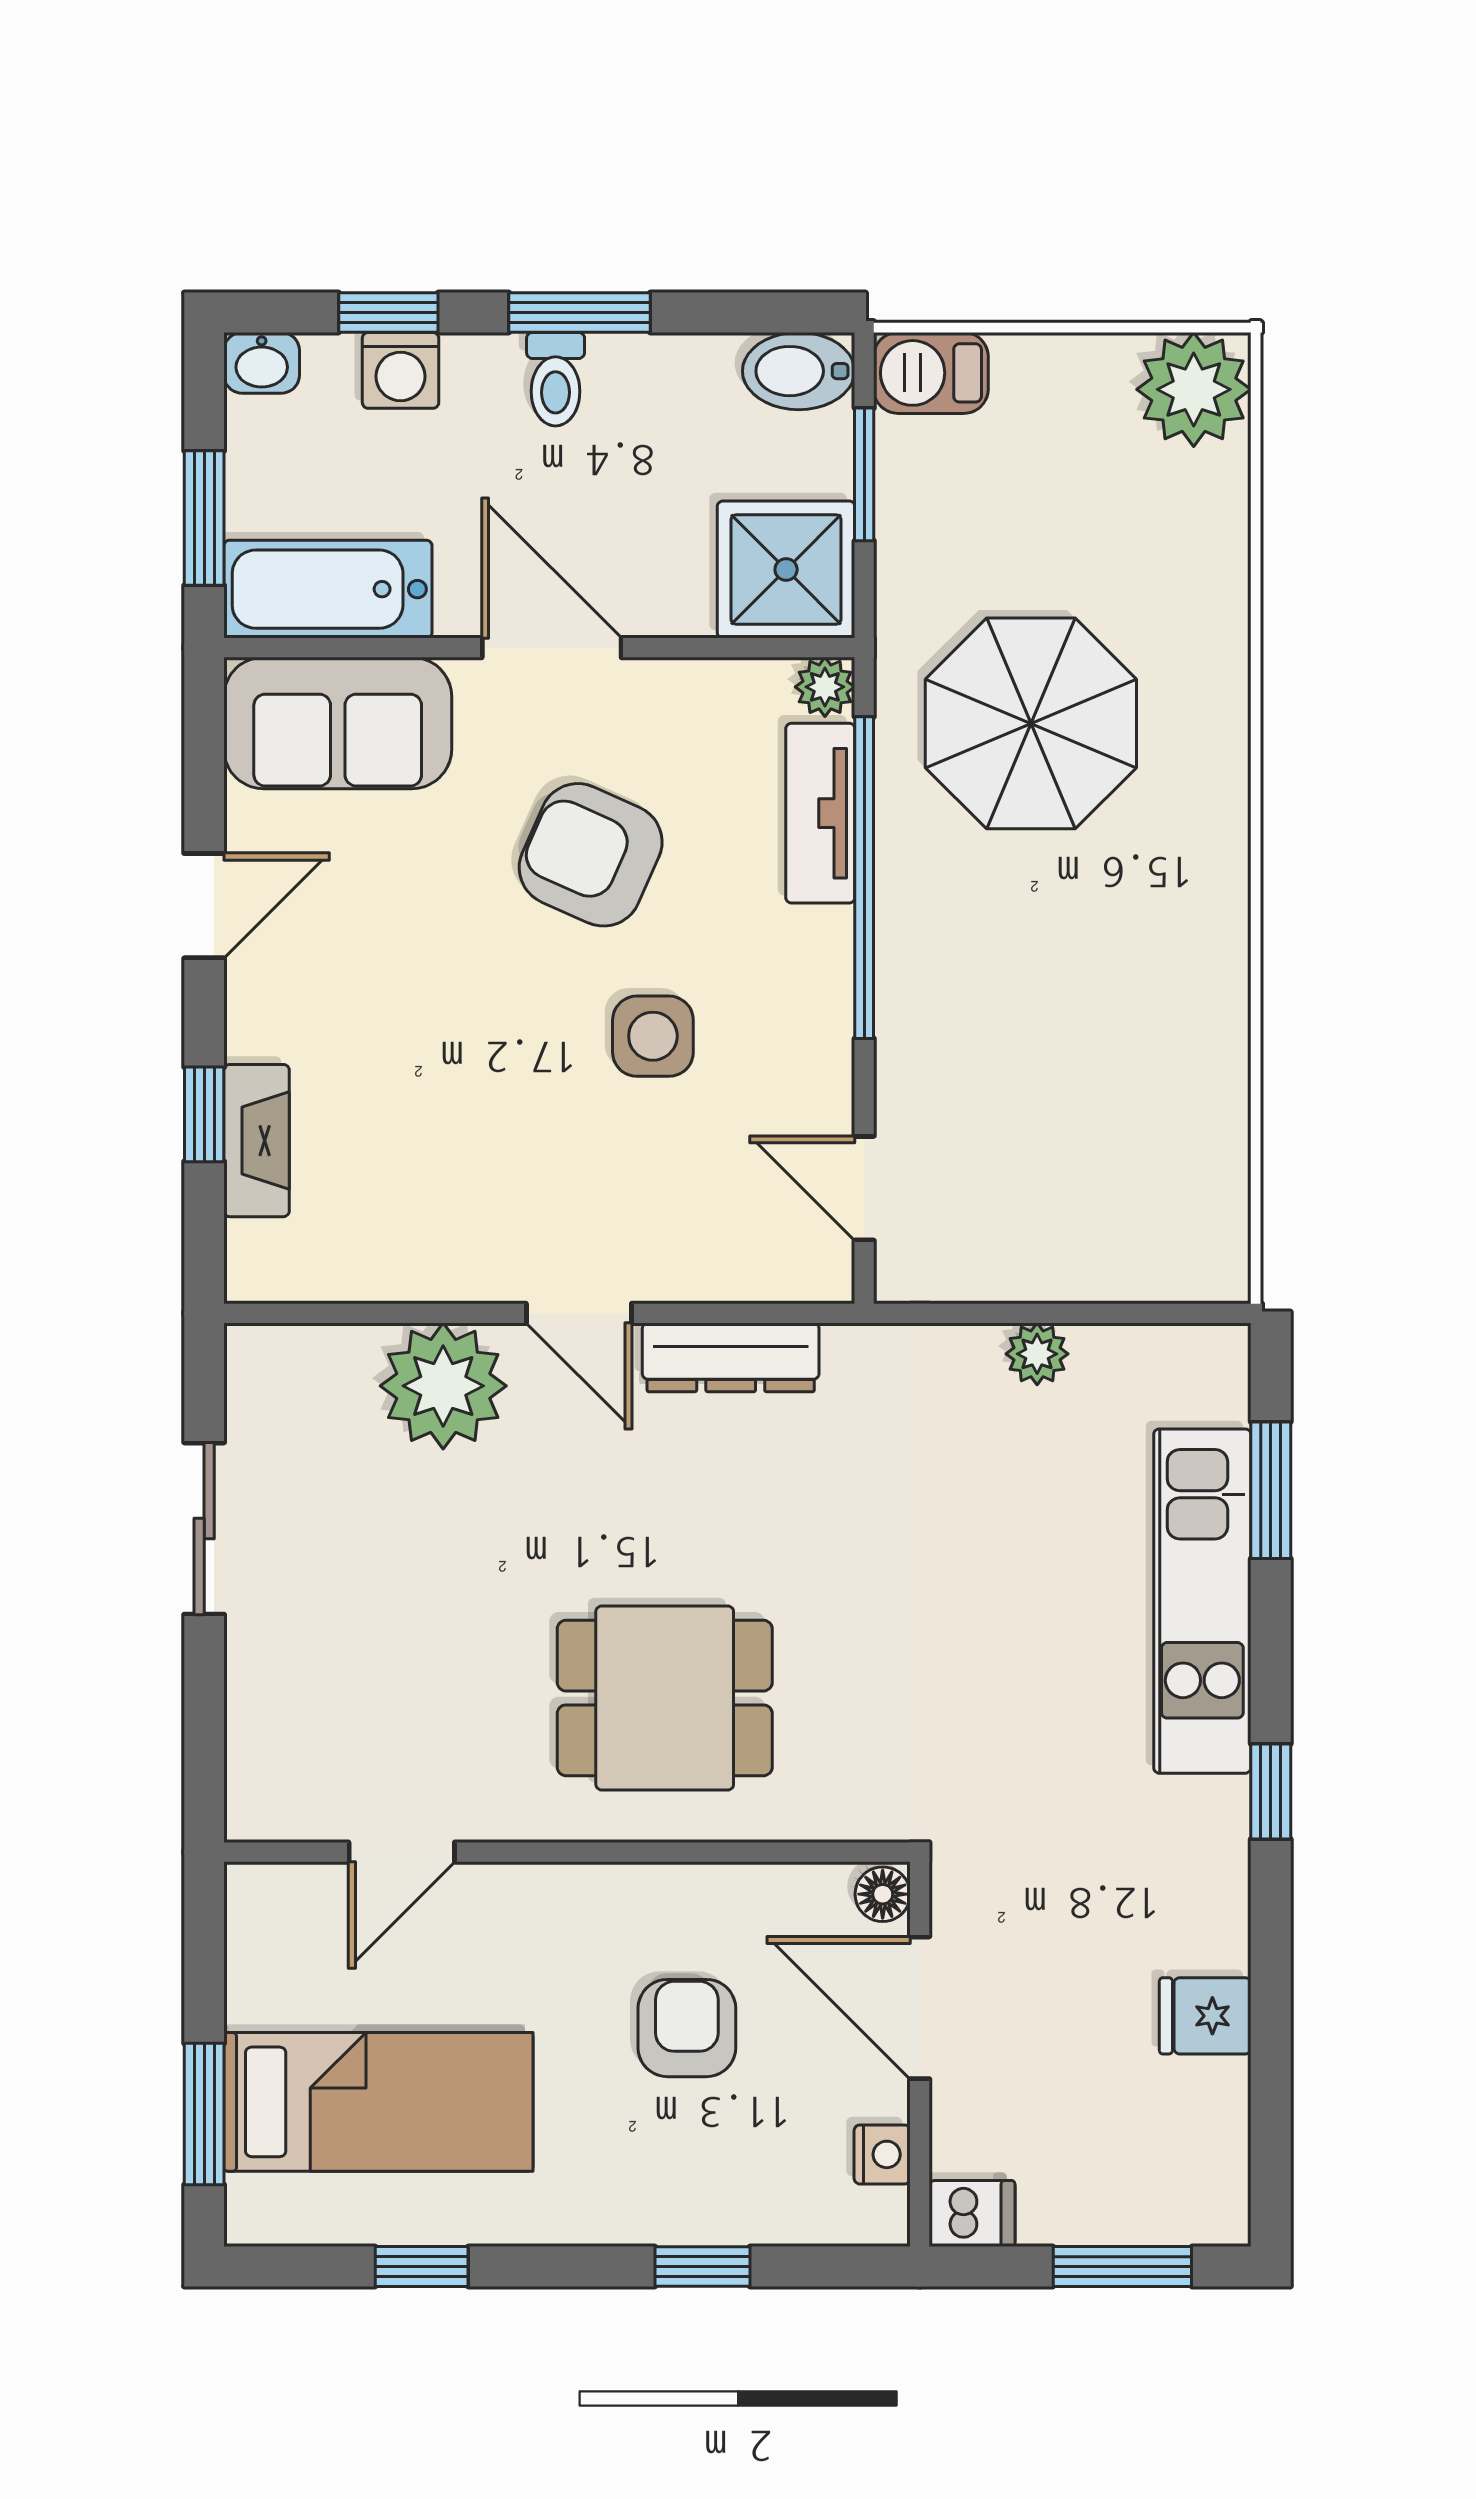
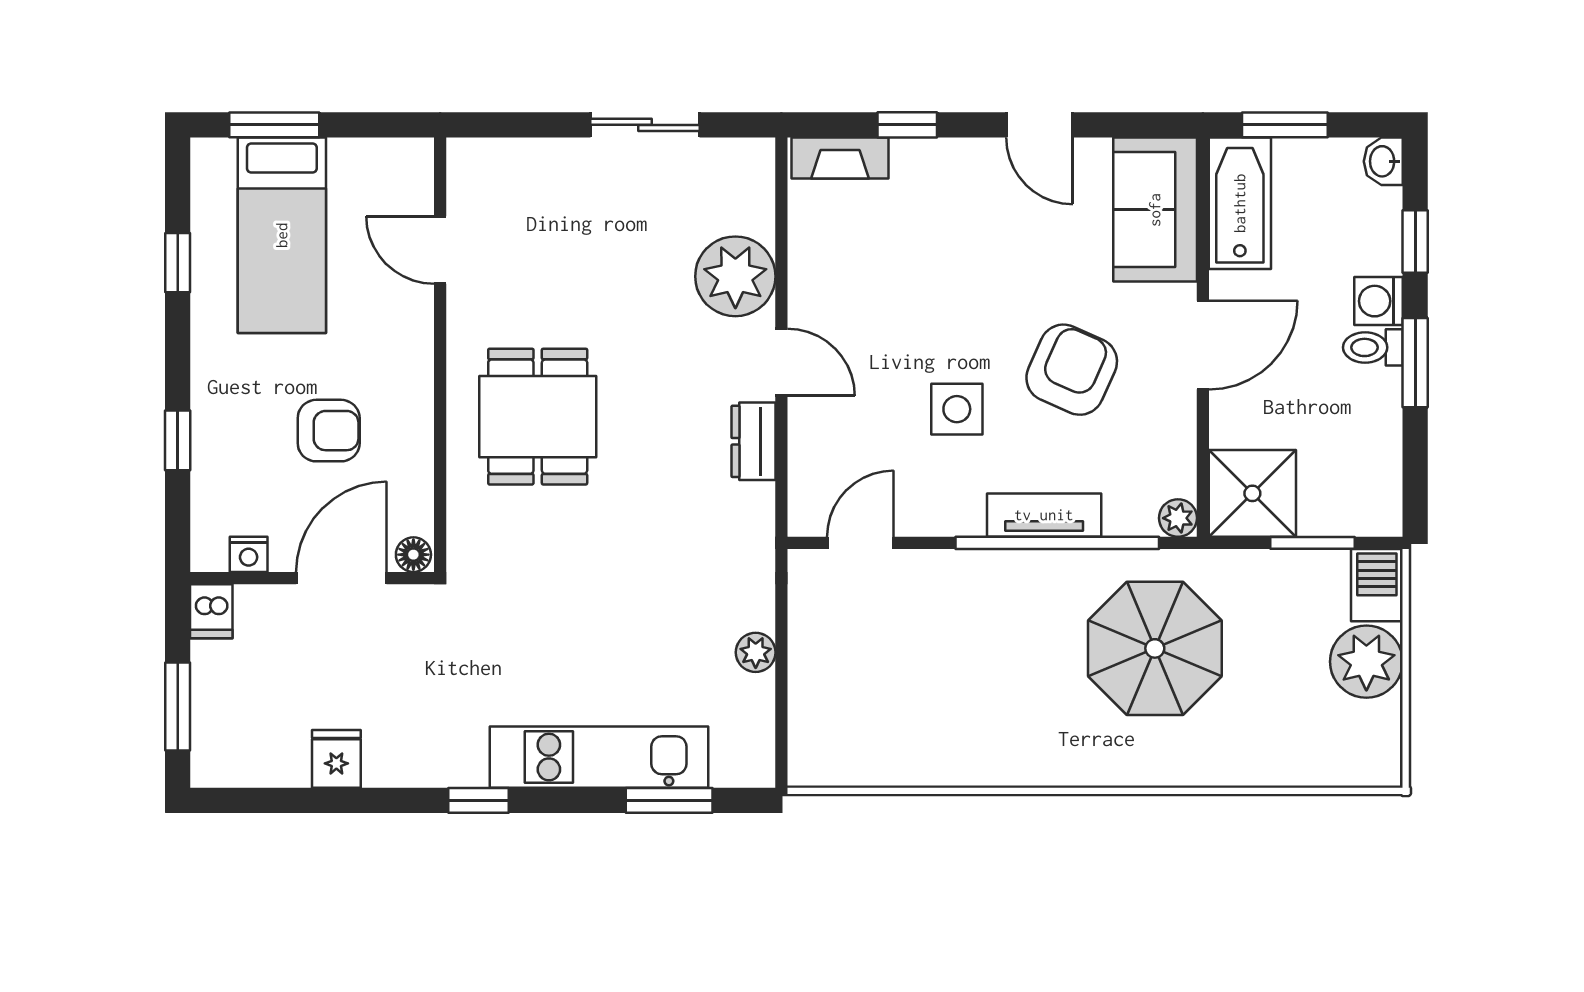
washing machine: (401, 370) -> (1378, 301), moved
bidet: (799, 371) -> (1378, 501), removed
plant: (1194, 389) -> (1366, 662), moved
tv unit: (820, 813) -> (1044, 515), moved
fireplace: (257, 1141) -> (840, 158), moved
door: (579, 1313) -> (781, 362), swing flipped
dresser: (731, 1357) -> (753, 441), width x0.70

